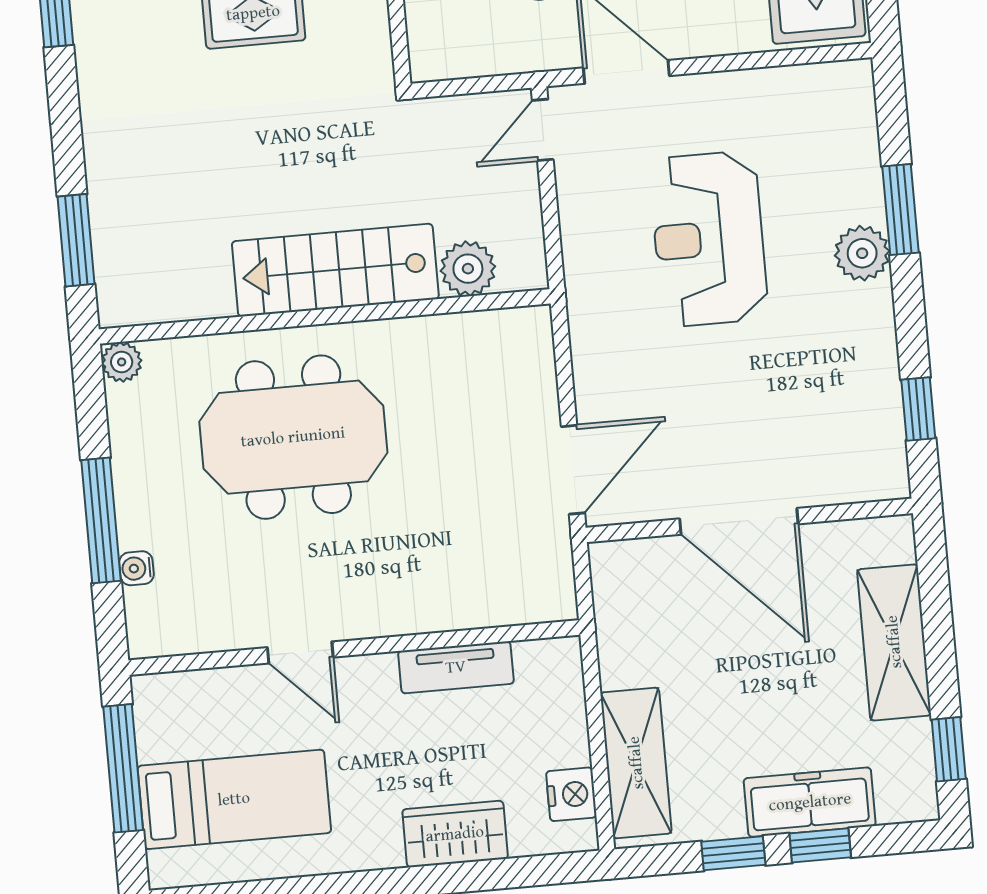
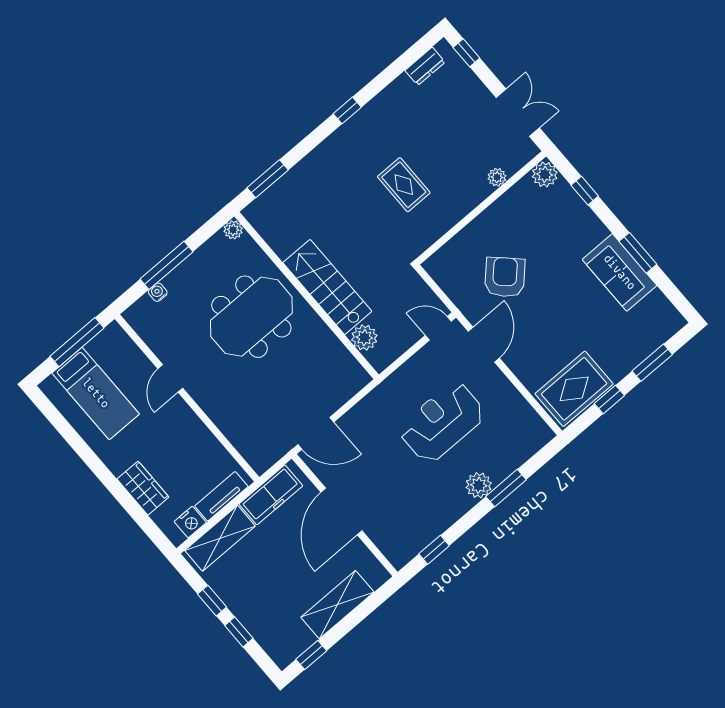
meeting table: (293, 437) -> (251, 317), turned 90
tv unit: (456, 667) -> (221, 496), moved, turned 90
freezer: (810, 802) -> (271, 495), moved, turned 90

